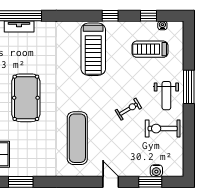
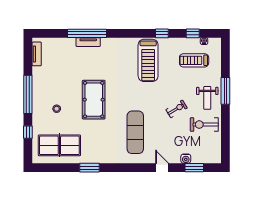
water cooler: (156, 171) -> (186, 159), moved

